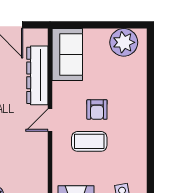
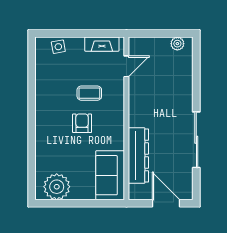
door: (50, 120) -> (126, 66), moved
coffee table: (89, 141) -> (89, 93), width x0.73, depth x0.77

